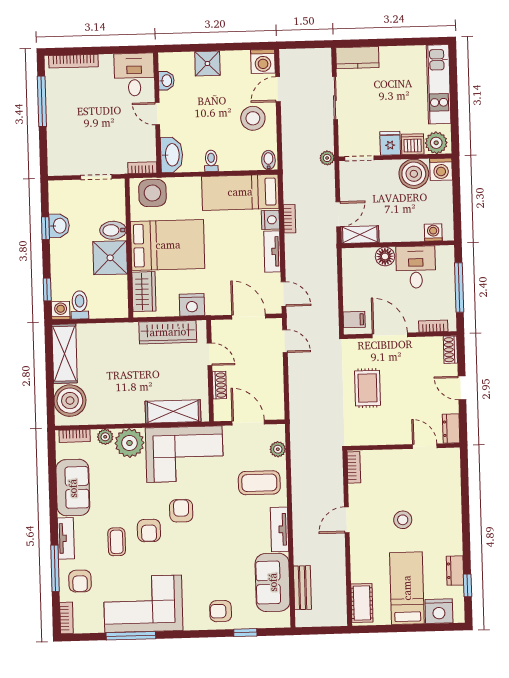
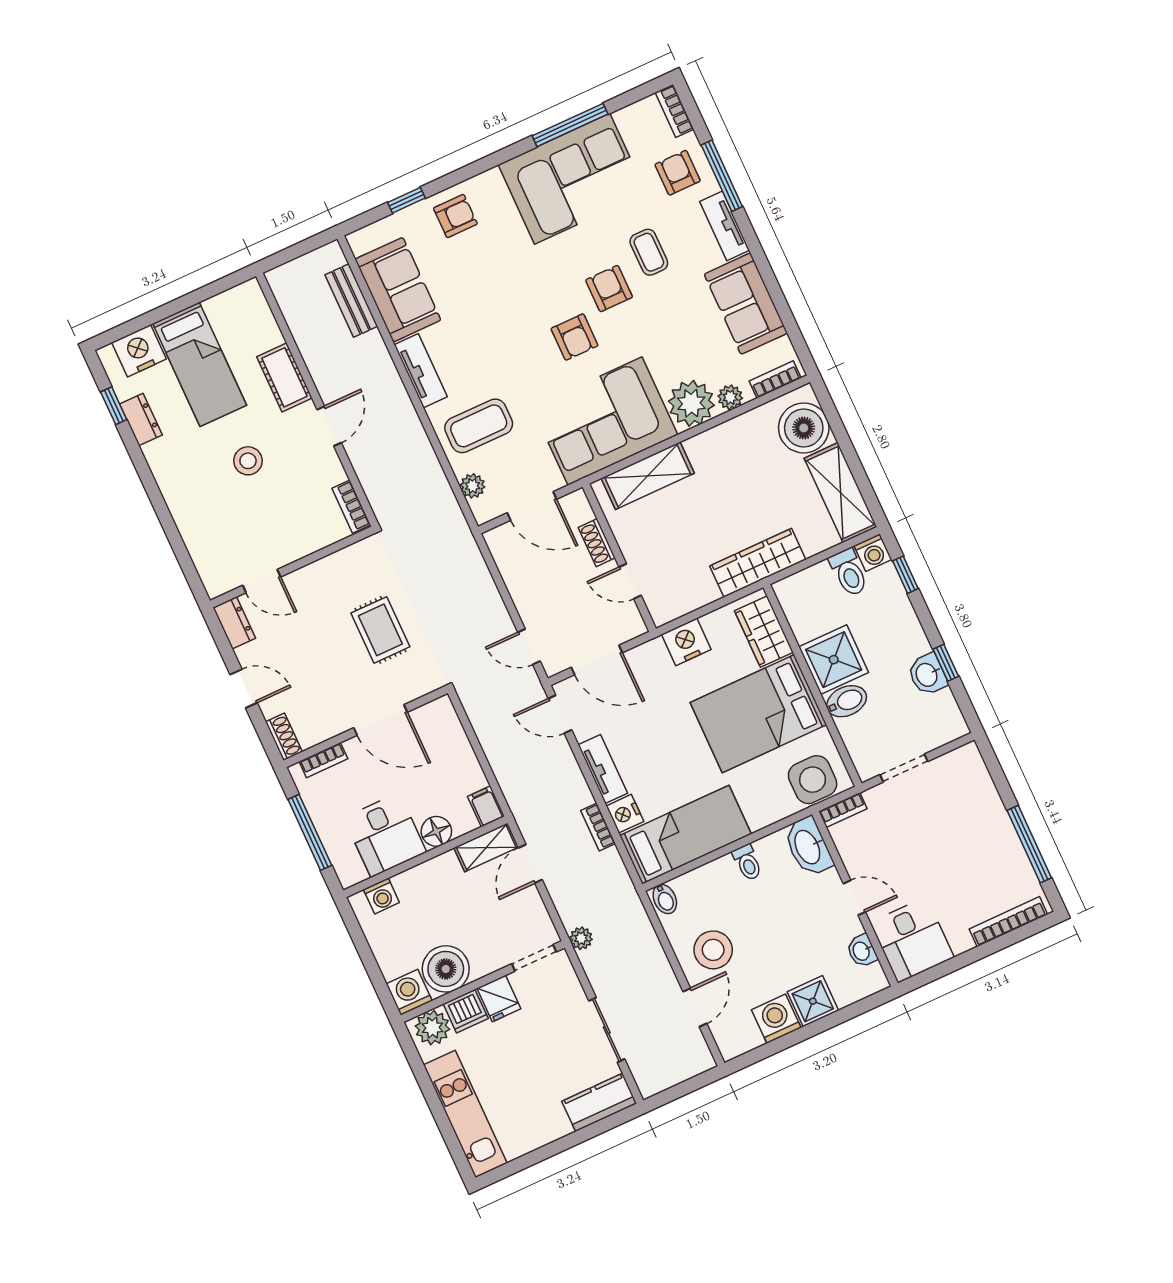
washing machine: (263, 61) -> (776, 1019), moved
filing cabinet: (354, 320) -> (486, 806), moved, turned 90
wardrobe: (168, 332) -> (758, 563), moved
cot: (362, 603) -> (284, 377), moved

